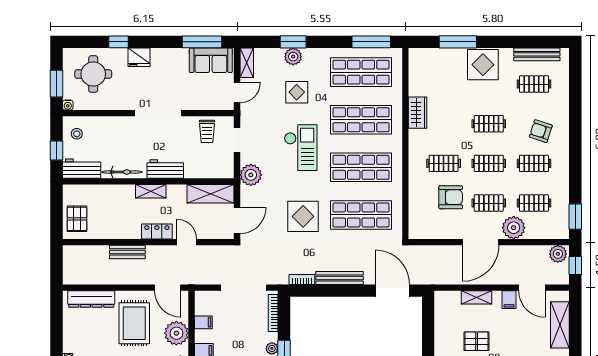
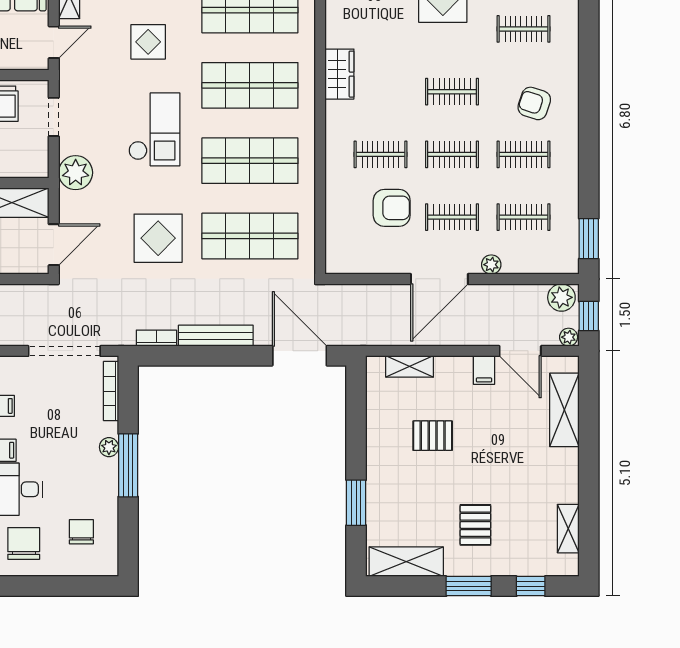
plant: (514, 228) -> (491, 265), width x0.53, depth x0.53
plant: (562, 279) -> (569, 337), added
shelving: (476, 297) -> (410, 366), moved

